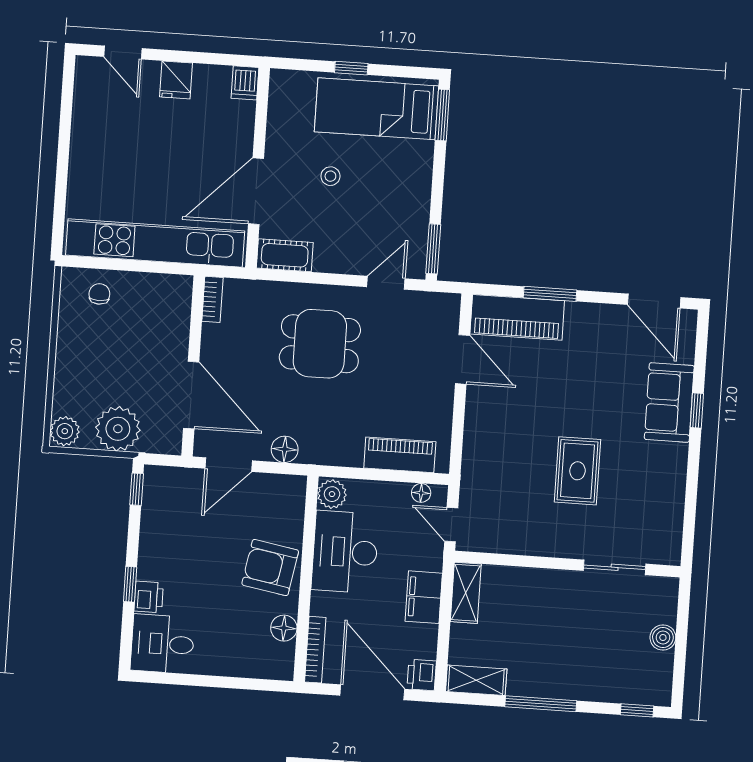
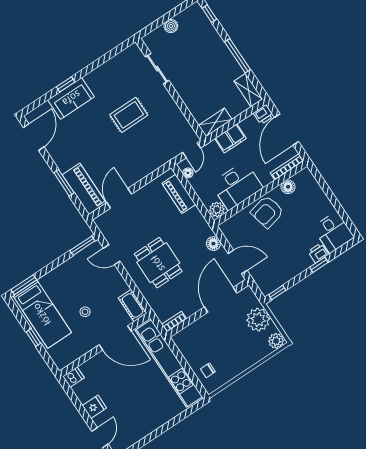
armchair: (270, 568) -> (267, 212), turned 67

